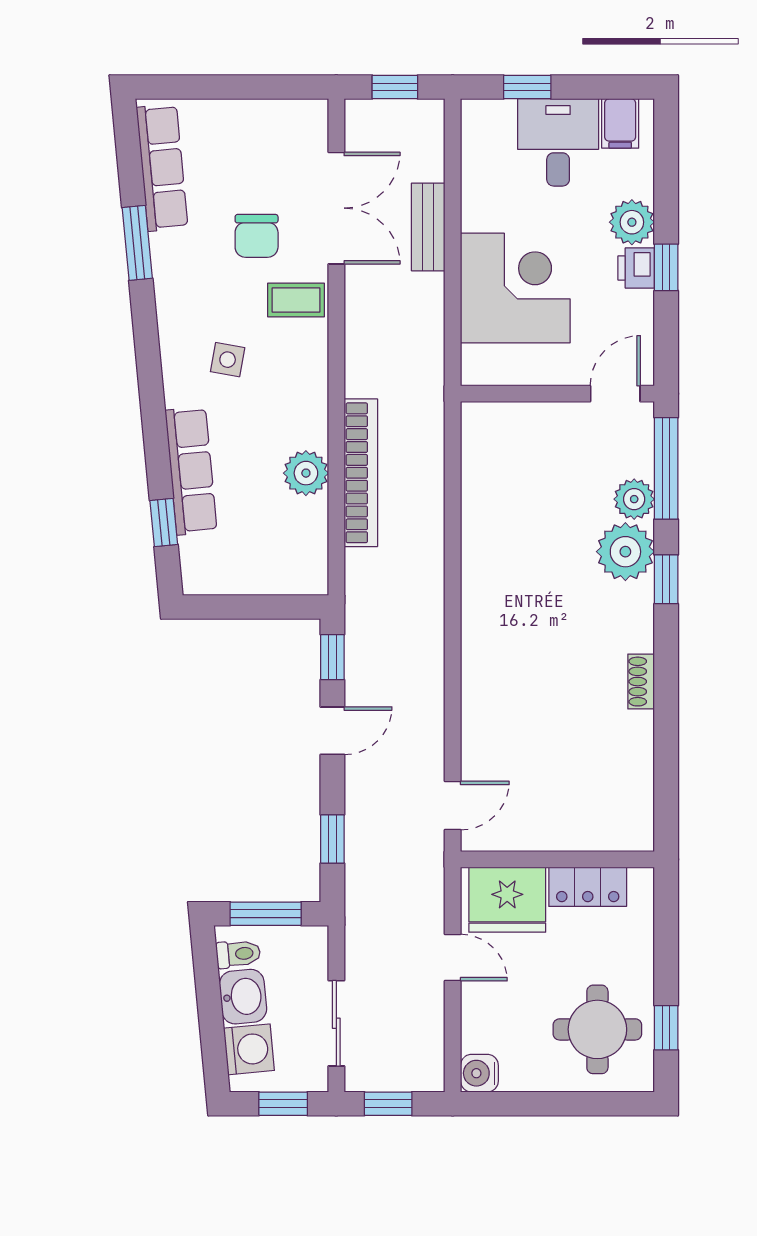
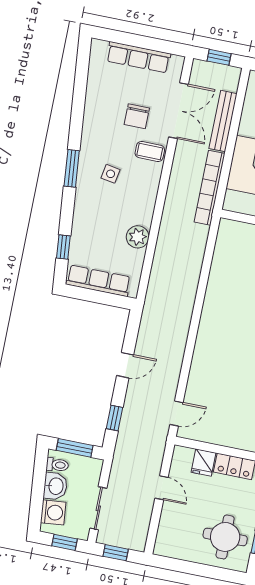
row of seats: (162, 168) -> (138, 57), moved, turned 95
bench: (428, 227) -> (223, 121), width x1.36
window: (137, 243) -> (72, 168), moved
row of seats: (191, 471) -> (98, 281), moved, turned -85
bookcase: (361, 473) -> (210, 188), moved, turned 180
window: (332, 657) -> (132, 329), removed
fridge: (507, 900) -> (203, 463), width x0.53, depth x0.75
water cooler: (479, 1073) -> (163, 547), removed

